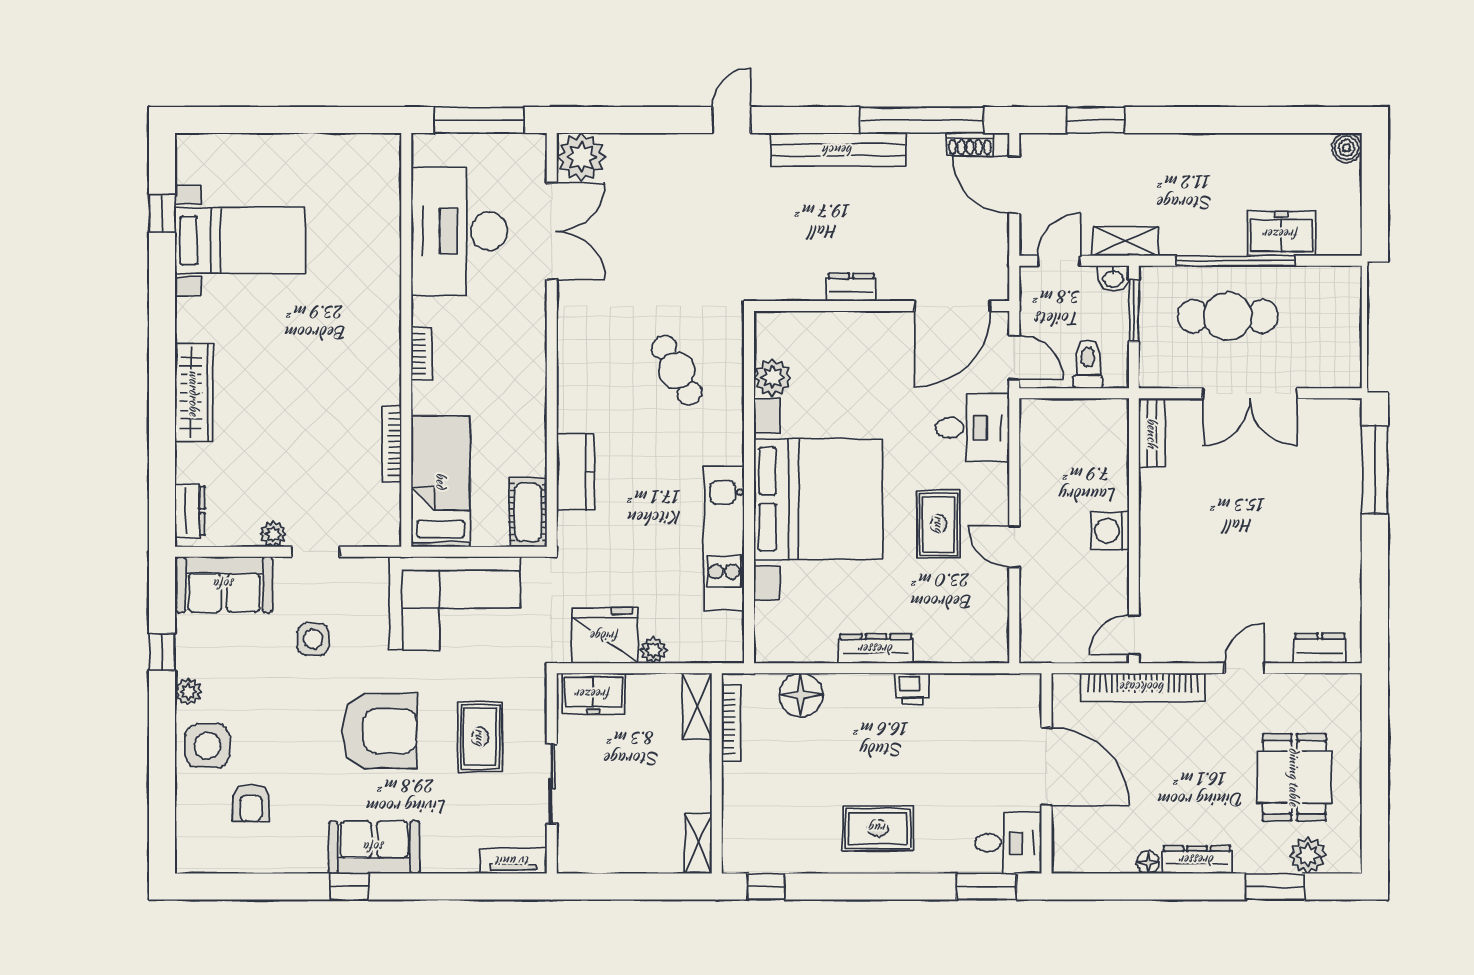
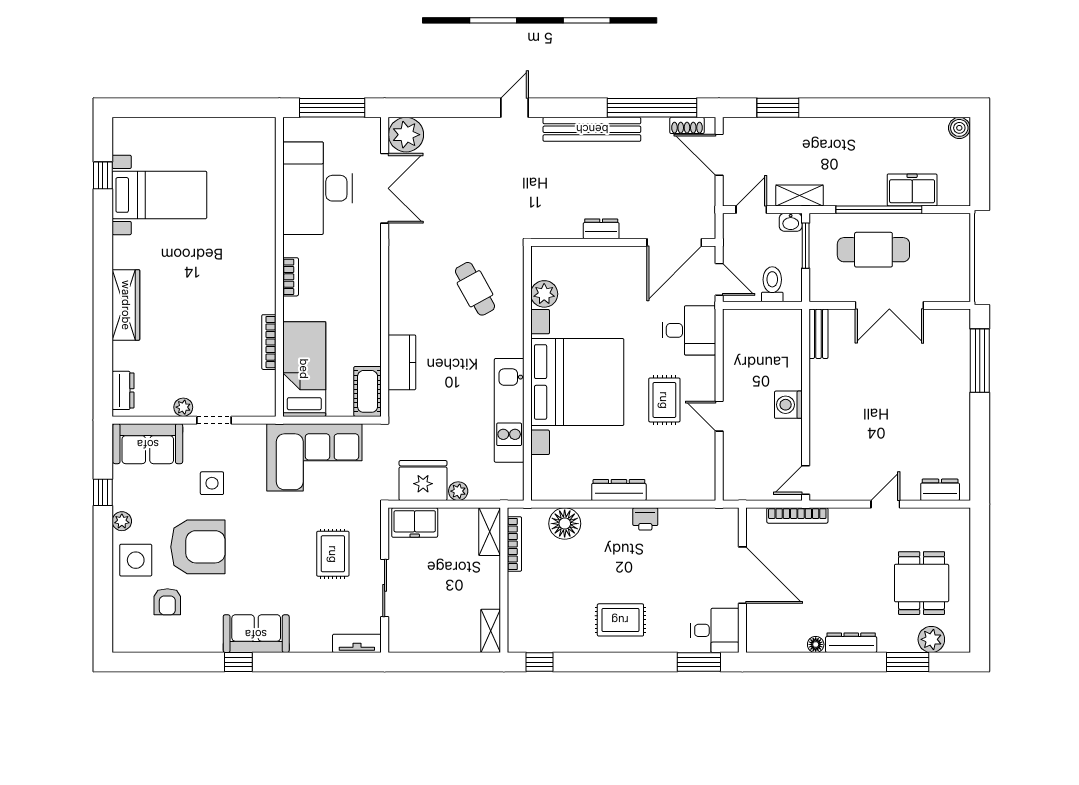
bookcase: (1143, 687) -> (797, 515), width x0.68, depth x0.76
armchair: (380, 731) -> (198, 547), moved

